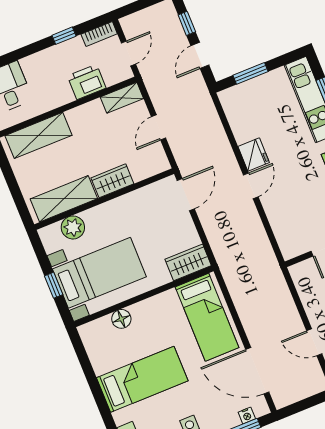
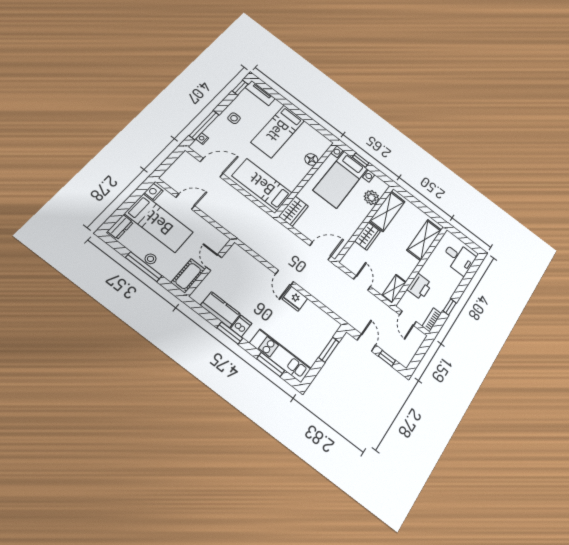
door: (186, 195) -> (320, 251), swing flipped
door: (257, 371) -> (212, 168), width x0.73

